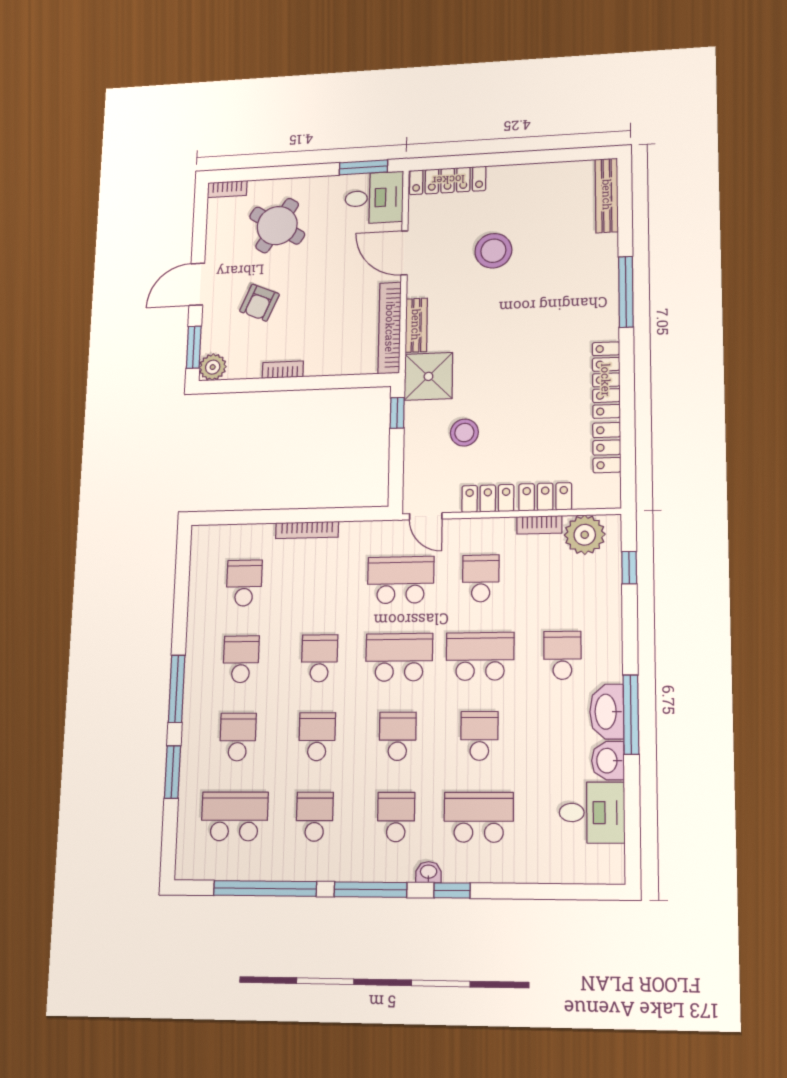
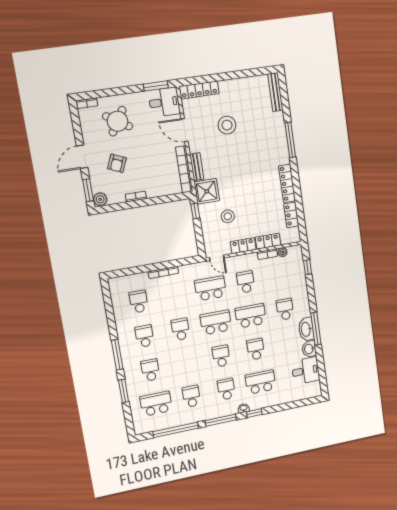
plant: (585, 535) -> (283, 252), width x0.53, depth x0.53
school desk: (317, 737) -> (186, 363), removed

